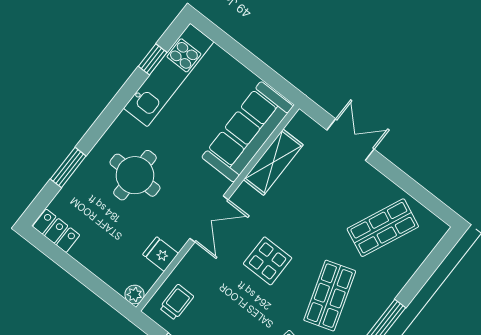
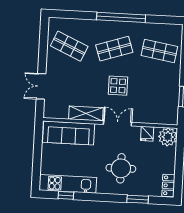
shelving: (273, 162) -> (86, 113), moved
plant: (134, 294) -> (168, 137), width x1.87, depth x1.87
trolley: (177, 302) -> (163, 112), removed

